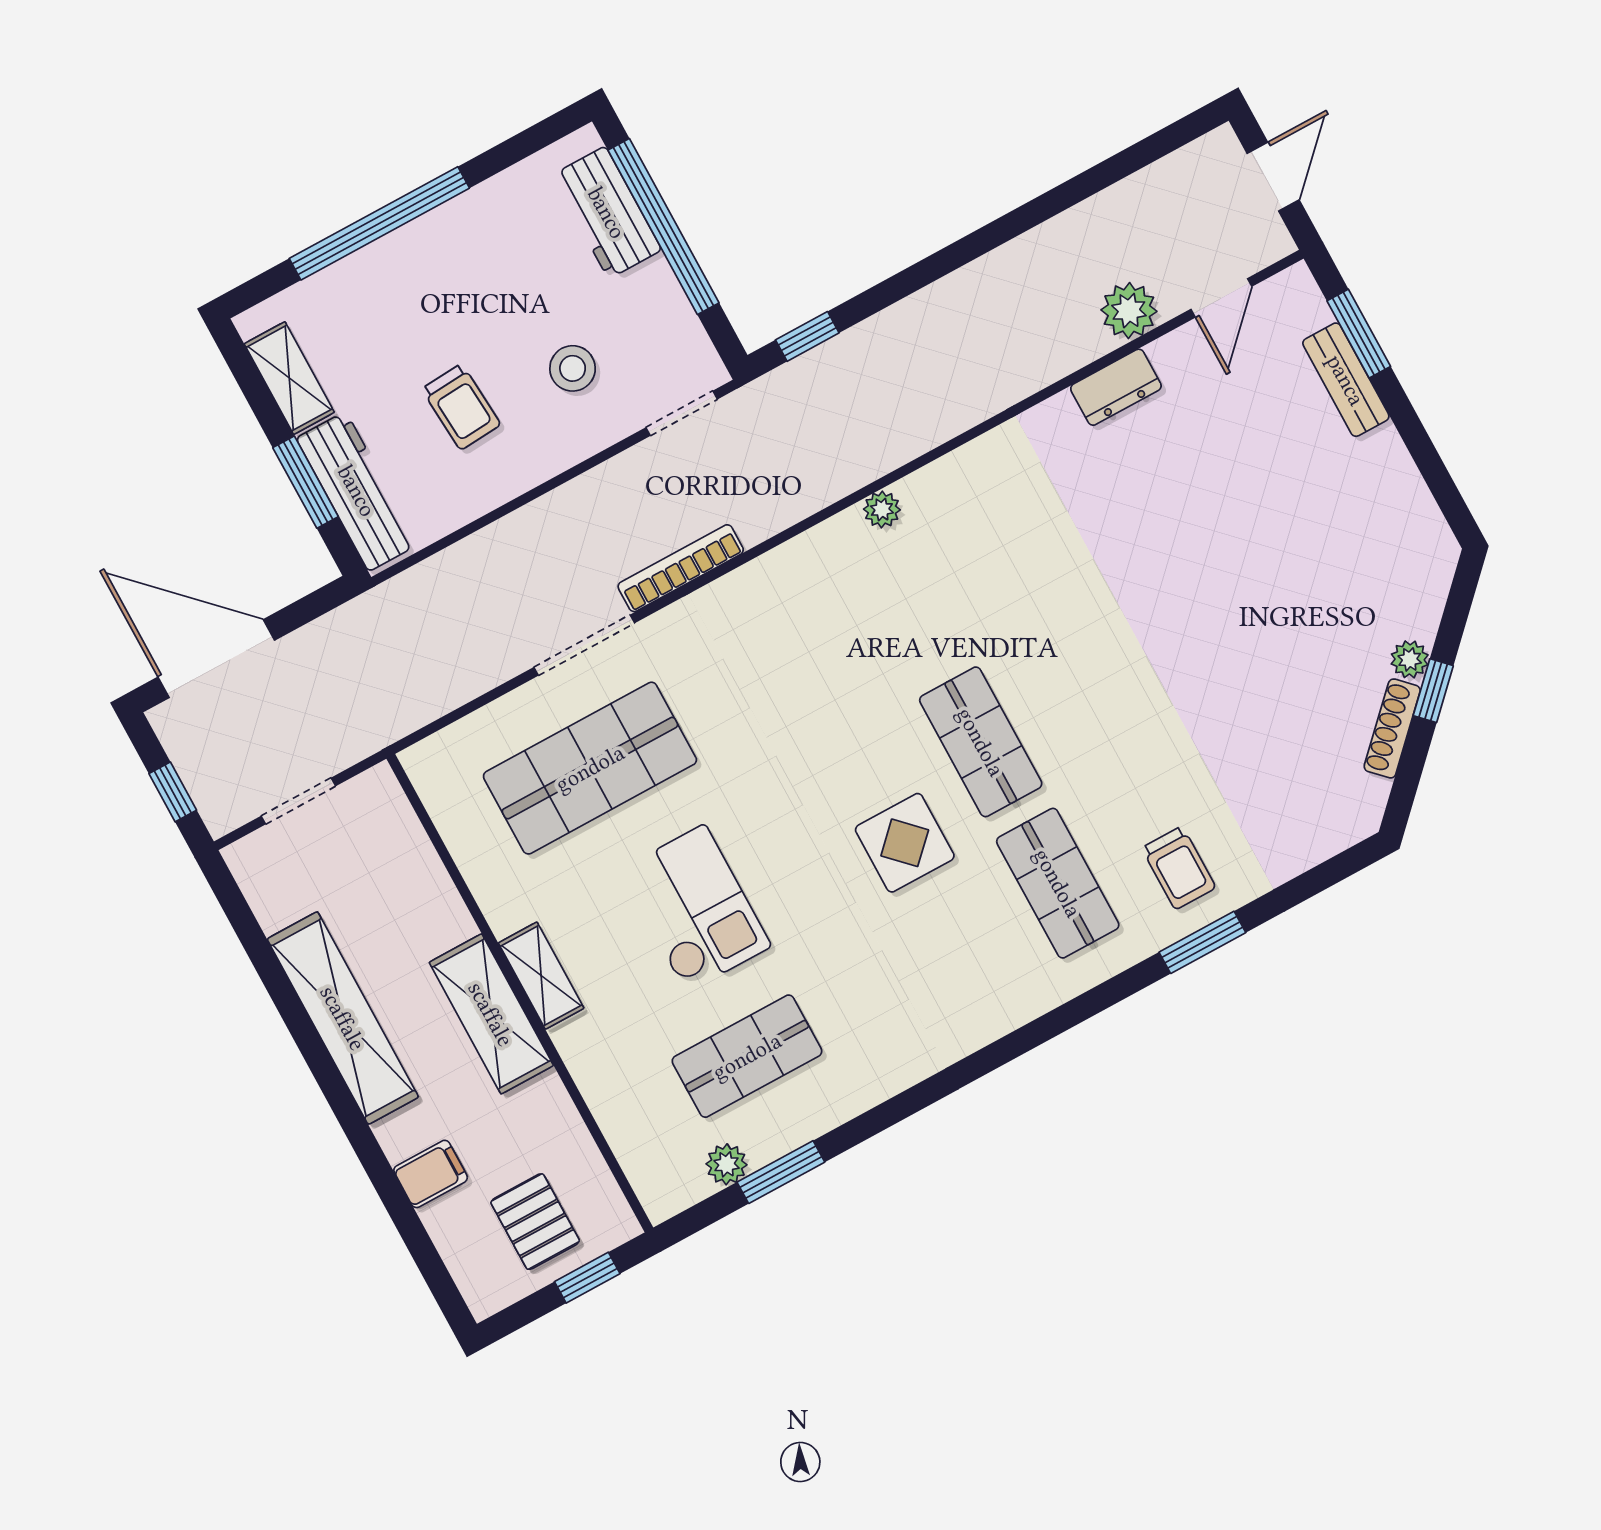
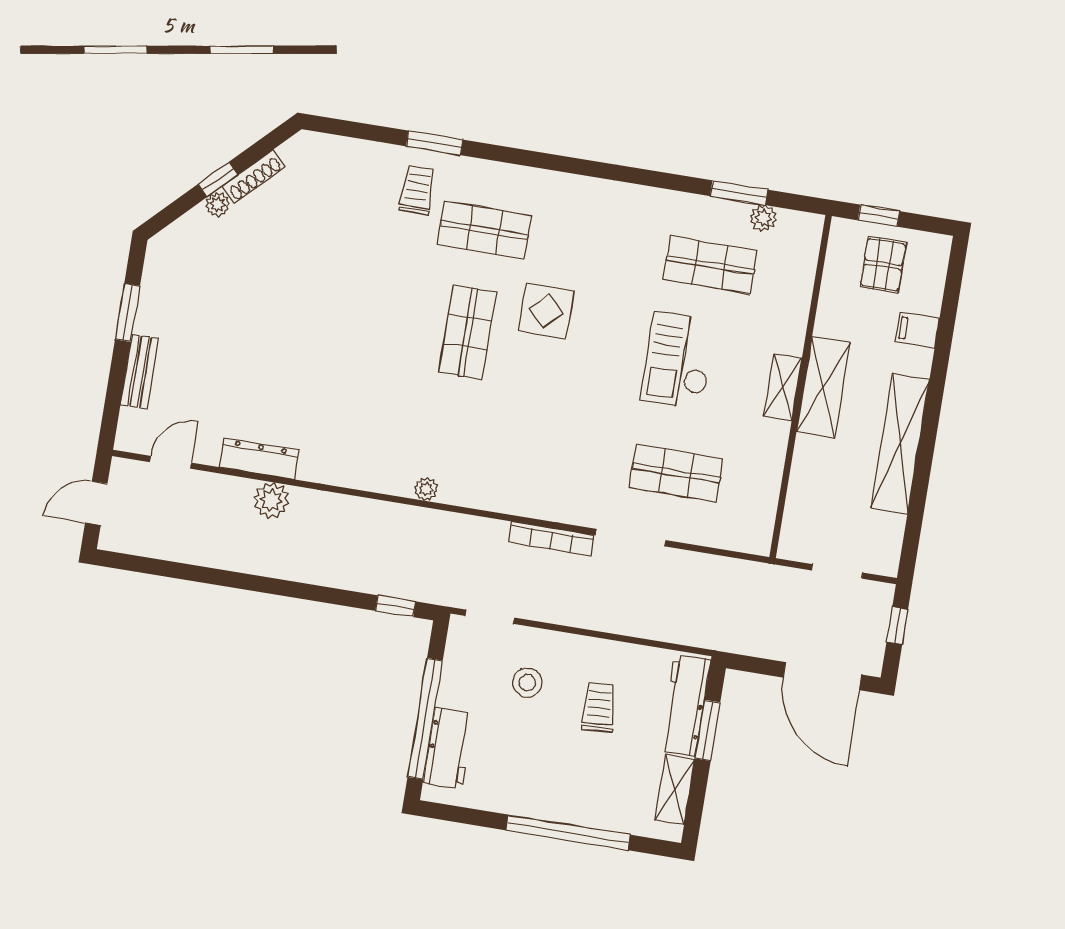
plant: (1129, 311) -> (271, 500), moved
window: (1359, 334) -> (127, 313), moved
dresser: (1116, 387) -> (259, 459), width x1.44
shop shelf: (590, 768) -> (676, 473), width x0.70, depth x0.74
shop shelf: (1058, 883) -> (484, 230), turned 90

